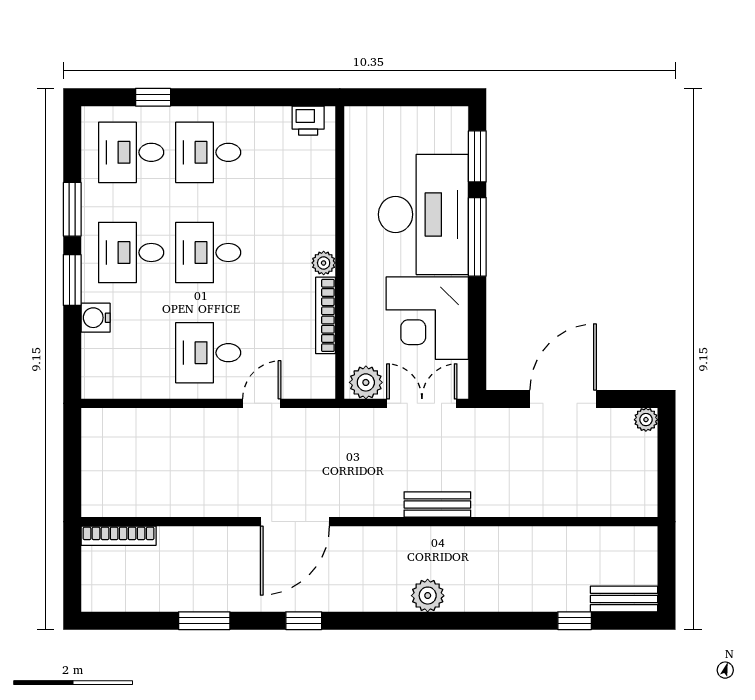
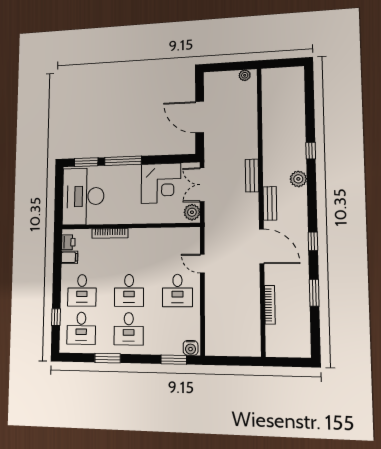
filing cabinet: (277, 124) -> (69, 257), added
desk: (423, 214) -> (83, 196), moved, turned -90
plant: (324, 263) -> (134, 234), removed
window: (72, 280) -> (174, 360), moved
bookcase: (326, 315) -> (110, 233), moved
water cooler: (96, 318) -> (191, 348), moved
plant: (646, 420) -> (245, 75), moved
bookcase: (119, 536) -> (270, 305), moved
bench: (624, 599) -> (270, 203), moved
window: (575, 621) -> (311, 151), moved

